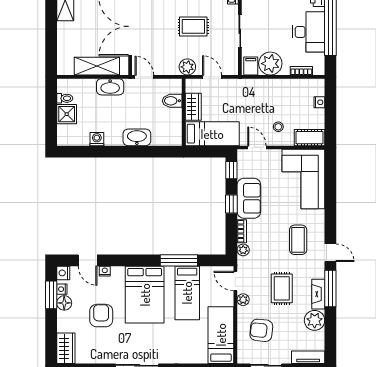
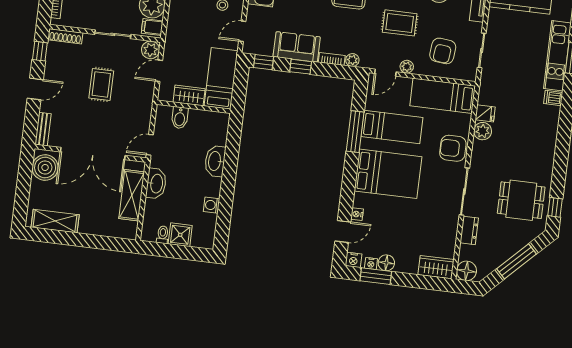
plant: (187, 67) -> (151, 50), moved
armchair: (101, 316) -> (453, 148), moved

